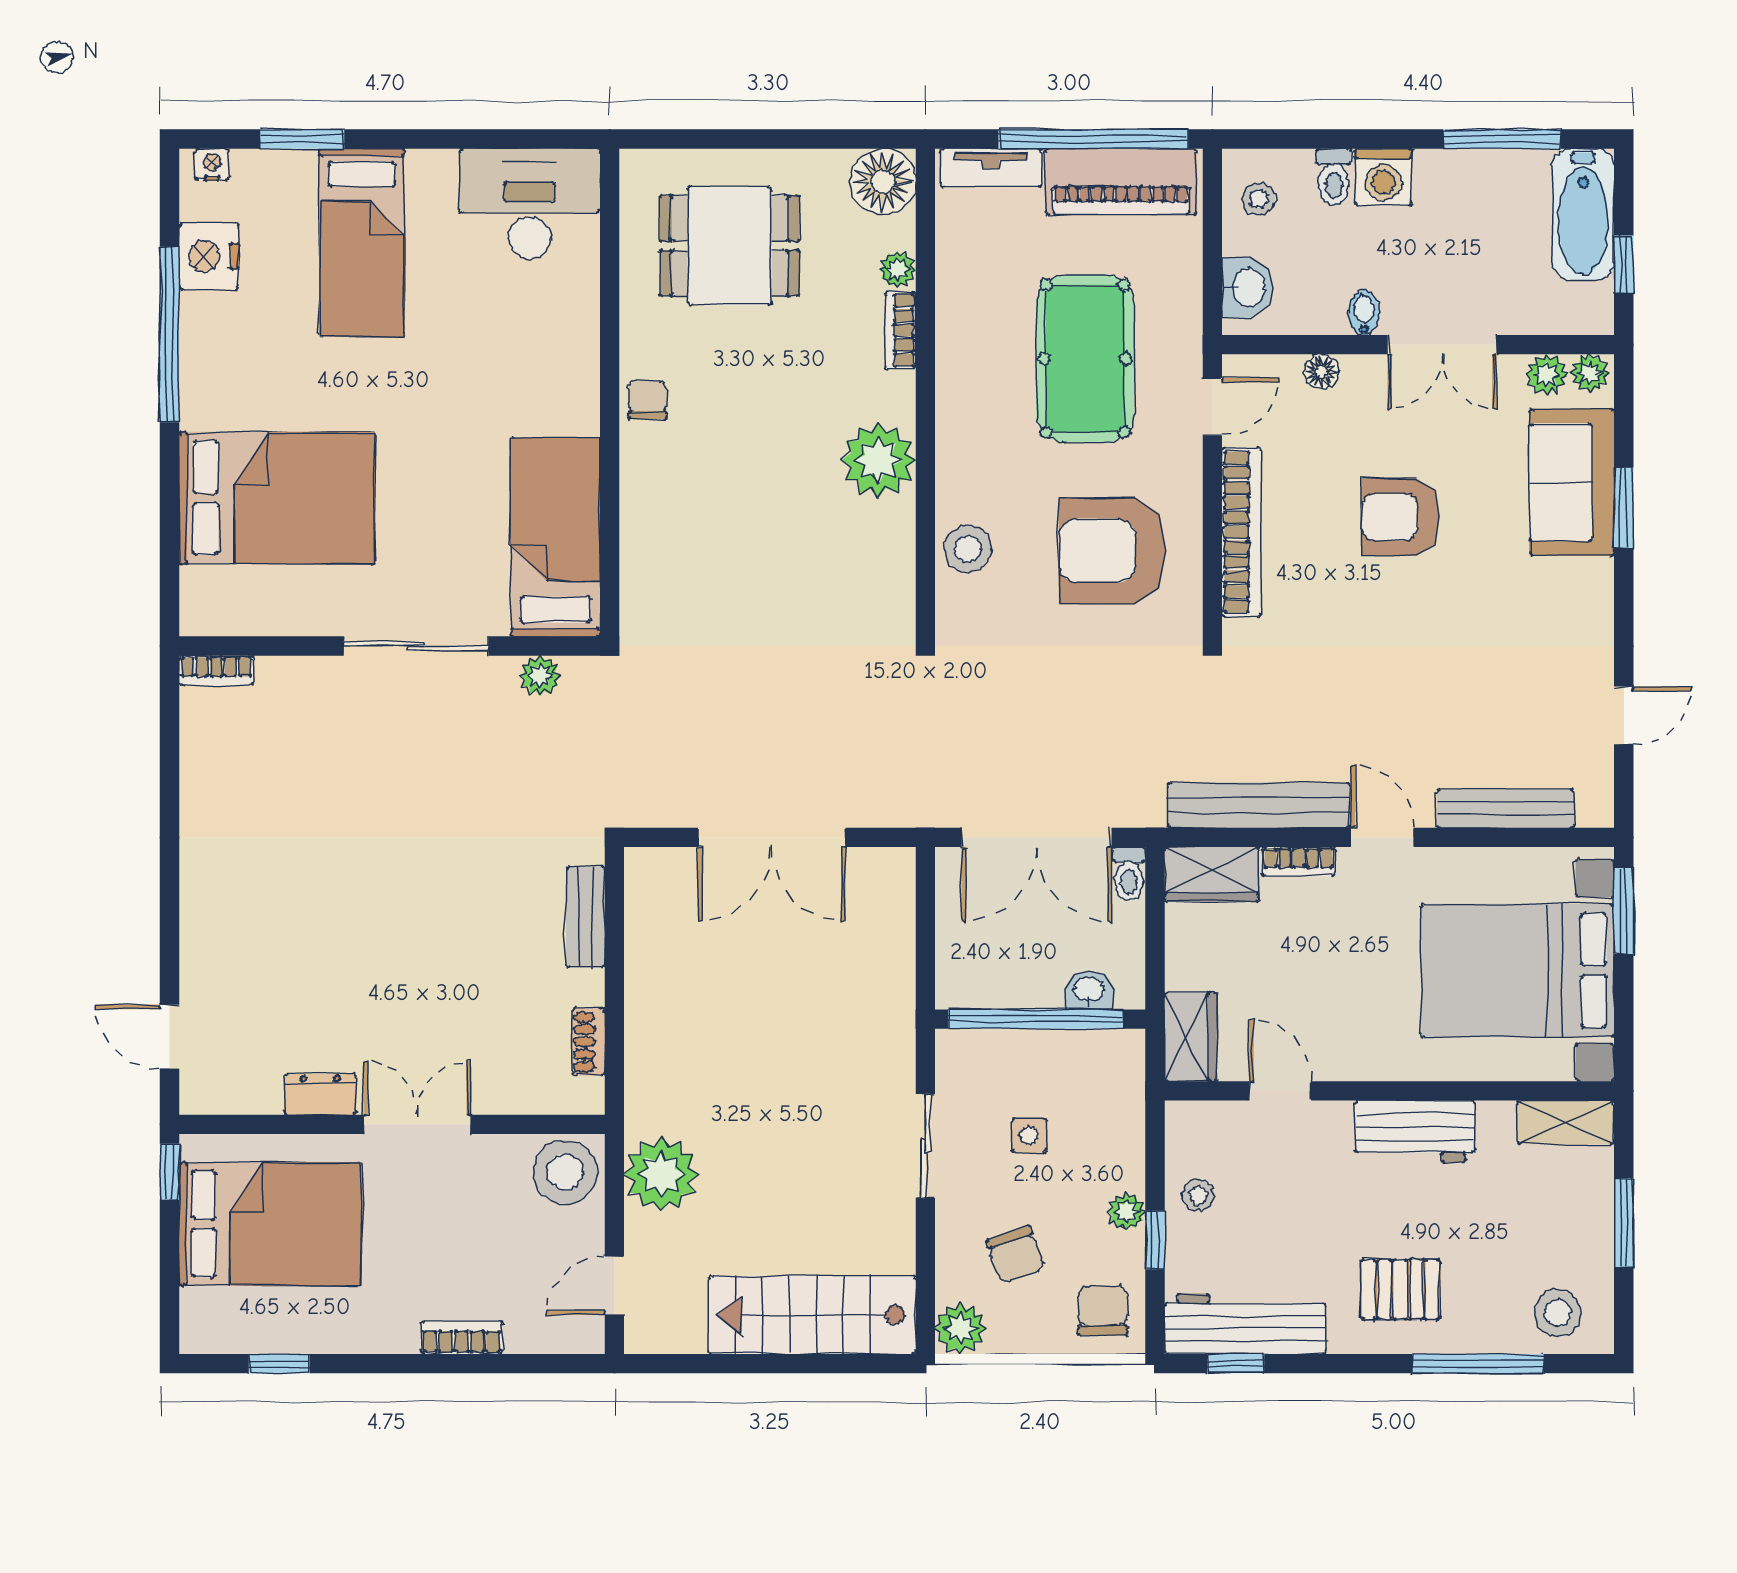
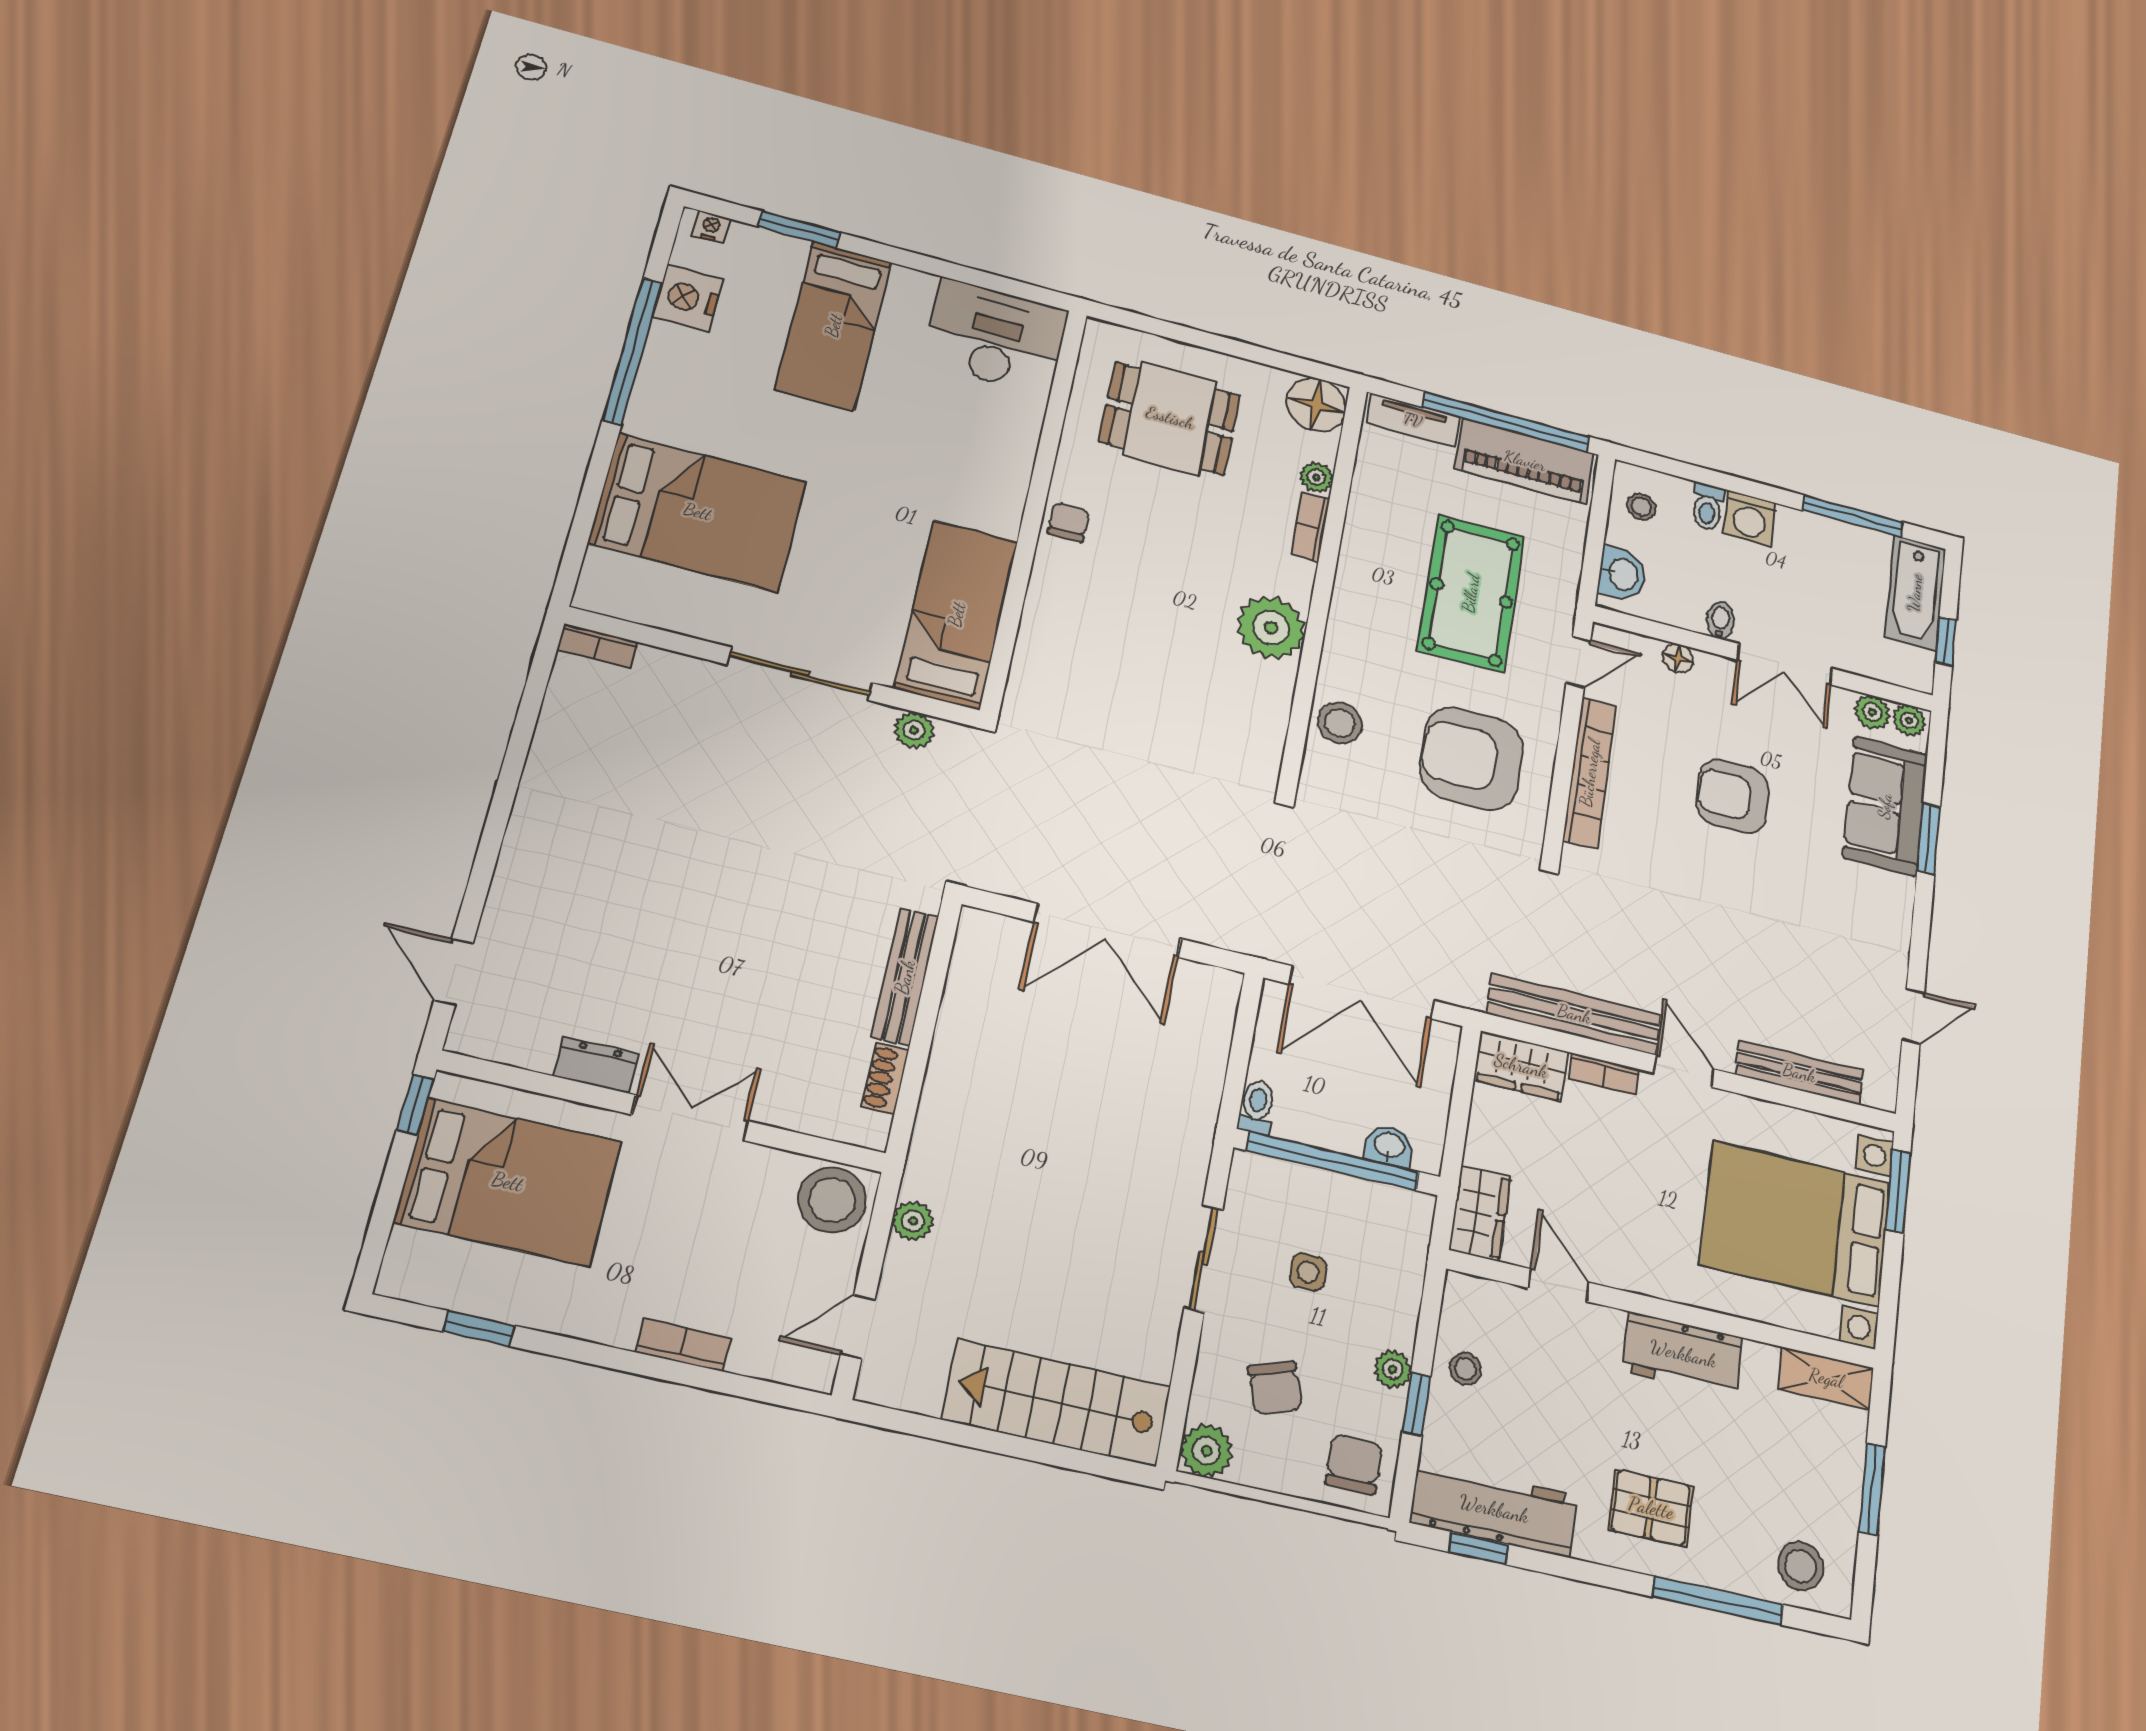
toilet: (1129, 874) -> (1257, 1107), moved, turned 180
bench: (586, 917) -> (905, 977), width x1.36
plant: (661, 1174) -> (913, 1221), width x0.53, depth x0.53

